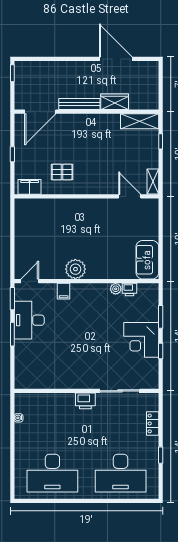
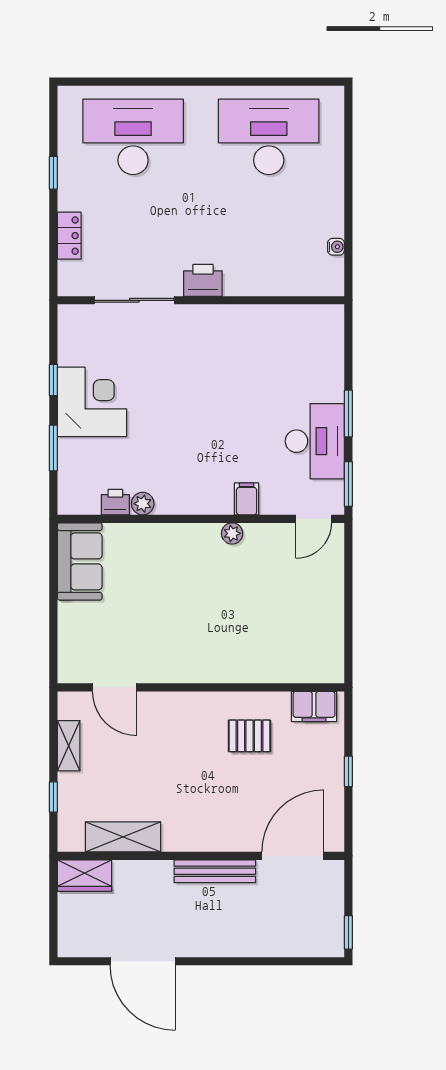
wardrobe: (115, 102) -> (84, 876), moved
shelving: (140, 121) -> (123, 837), moved
shelving: (153, 181) -> (69, 746), moved
plant: (75, 269) -> (232, 533), width x0.53, depth x0.53

